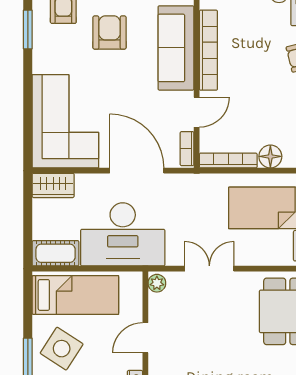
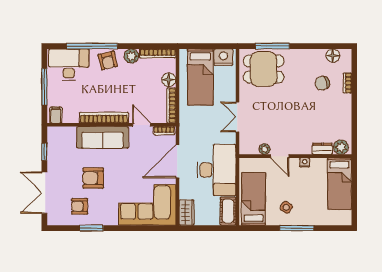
plant: (157, 283) -> (265, 149), moved
side table: (62, 349) -> (286, 207), width x0.54, depth x0.54

